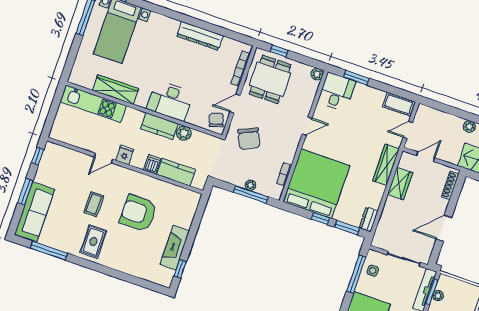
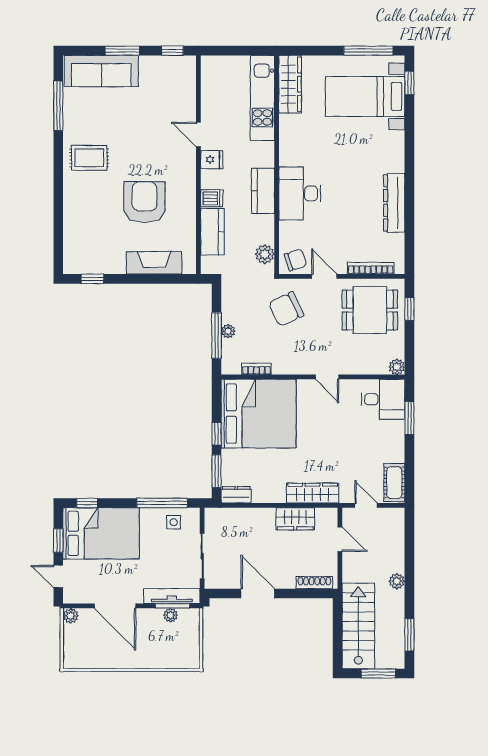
wardrobe: (116, 90) -> (290, 84), moved
plant: (184, 133) -> (265, 254), moved
coffee table: (94, 204) -> (136, 142), removed
fireplace: (175, 248) -> (154, 263), moved

